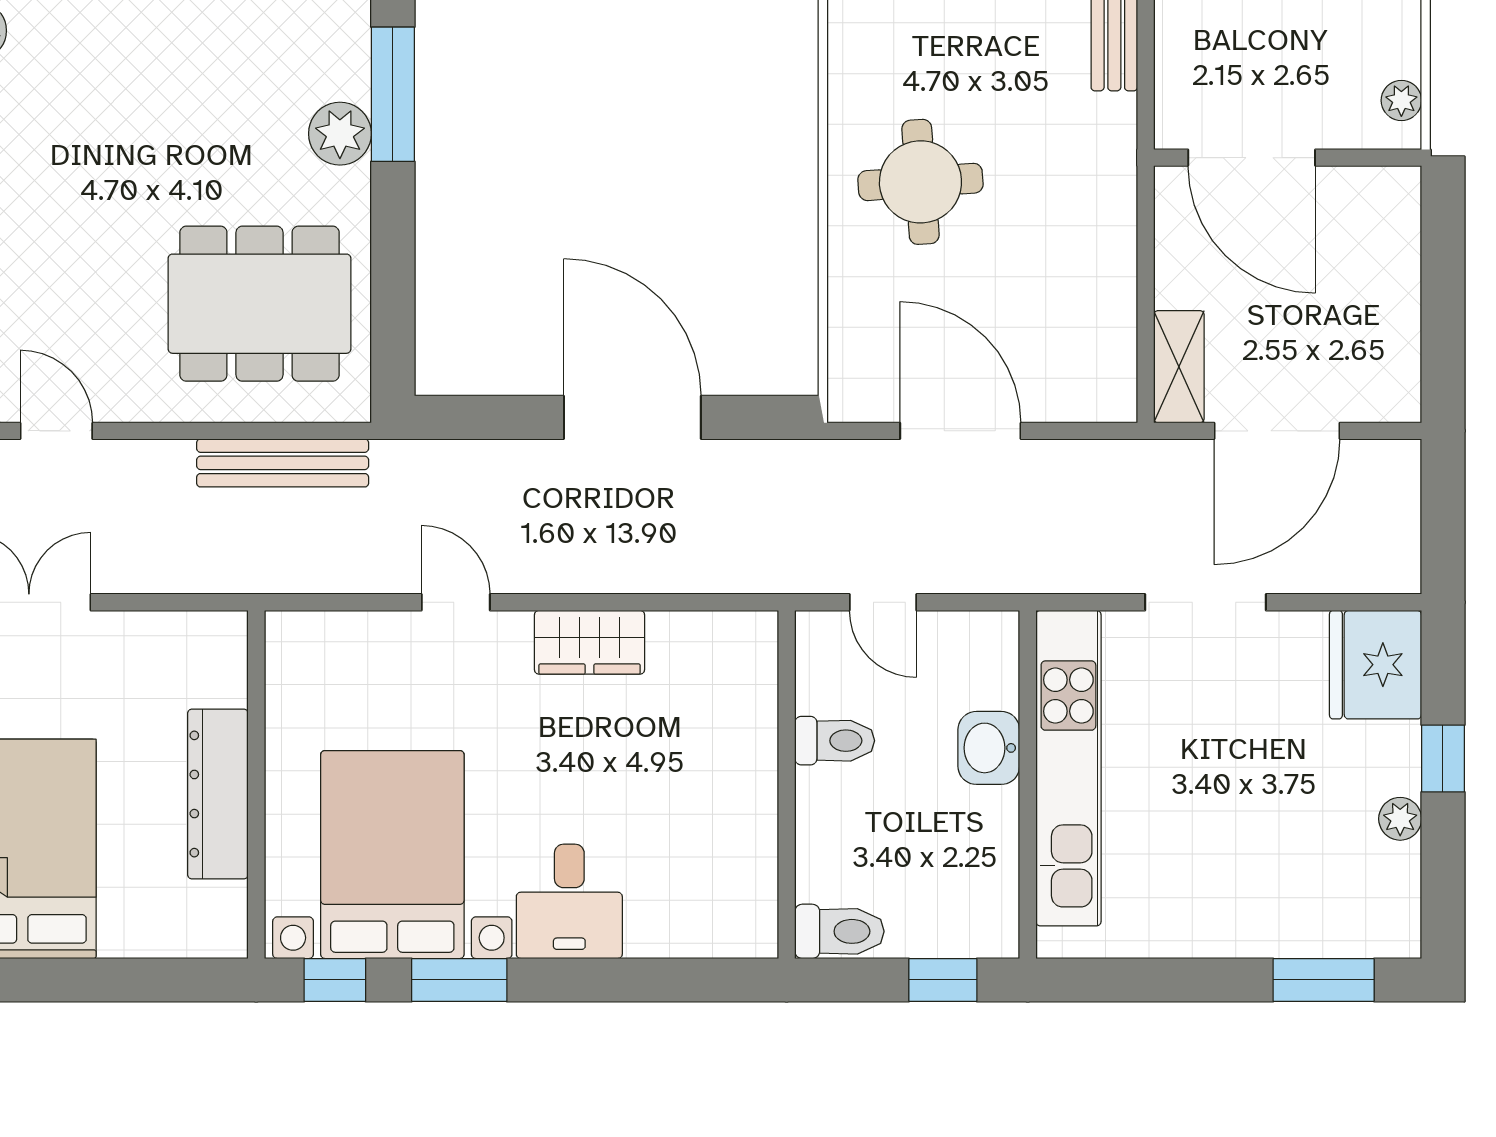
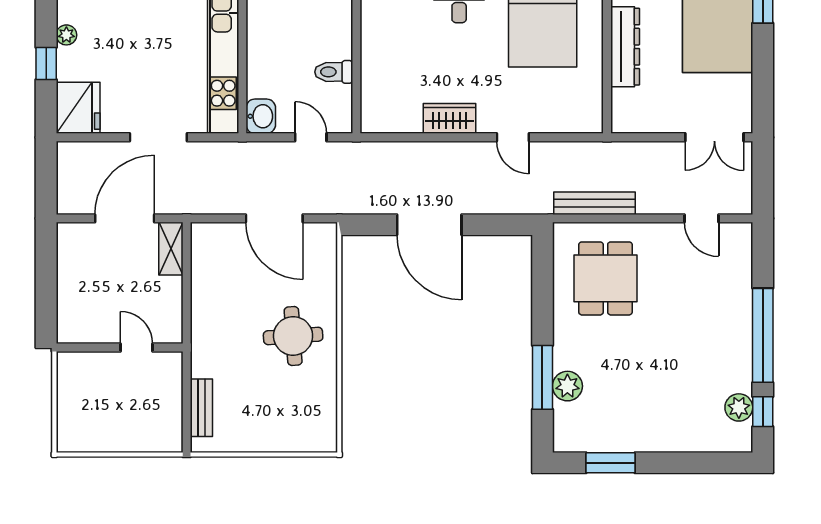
plant: (1401, 100) -> (66, 374), removed
plant: (340, 134) -> (567, 386), moved
door: (1252, 158) -> (137, 347), width x0.53
dining table: (260, 304) -> (605, 278), width x0.73
washbasin: (989, 748) -> (261, 116), moved

